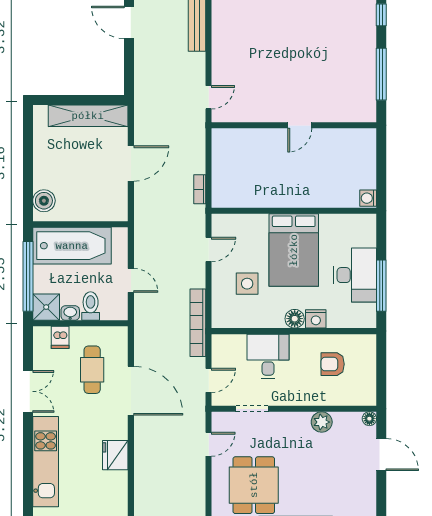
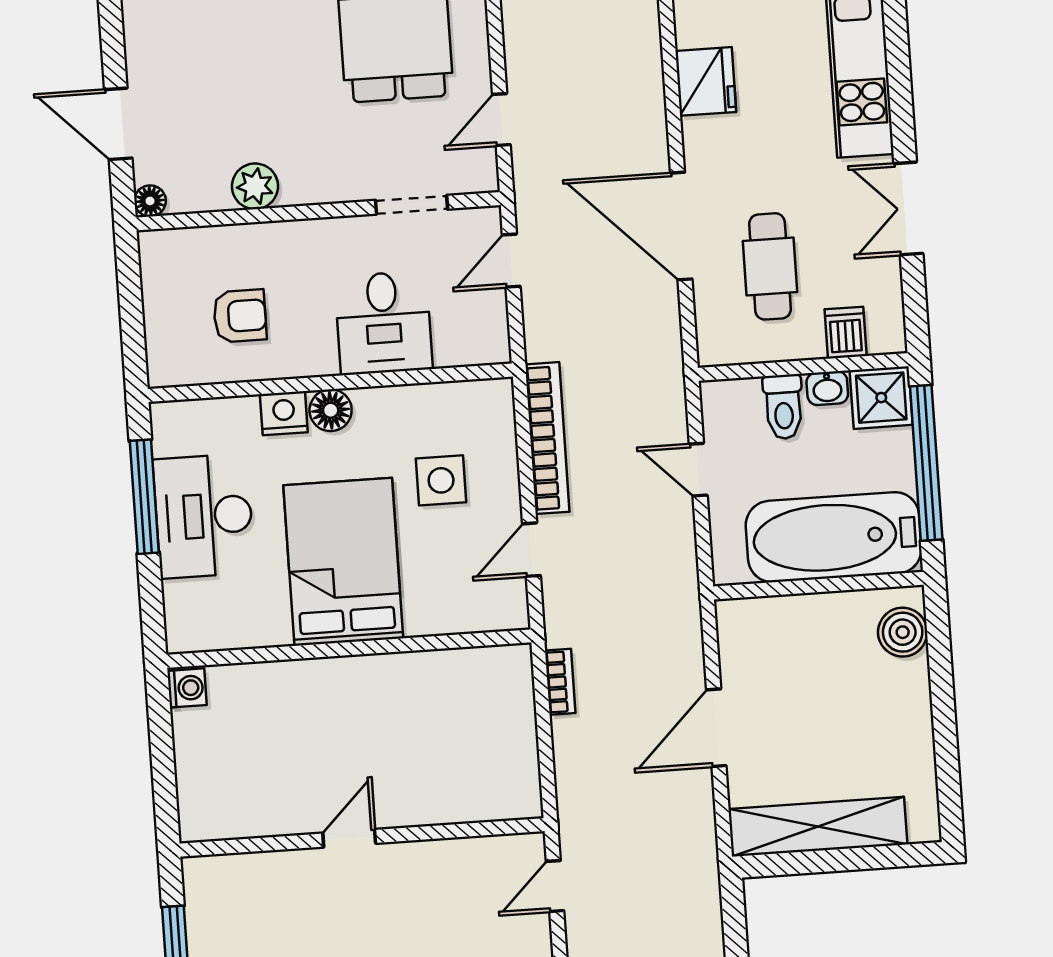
bookcase: (198, 323) -> (547, 438), moved

